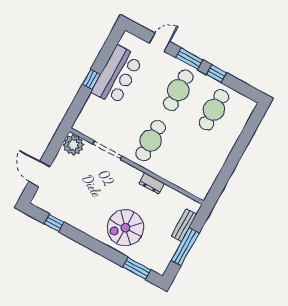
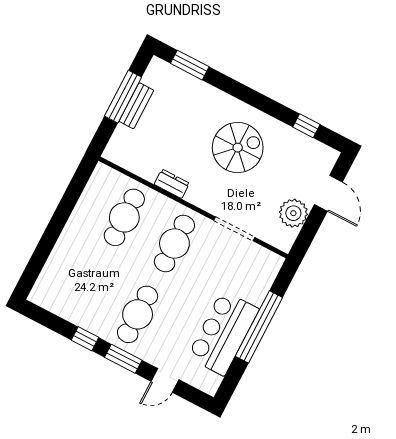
window: (91, 79) -> (259, 327), width x3.17
cafe table: (214, 110) -> (124, 217), moved
plant: (73, 145) -> (293, 213), moved
bench: (184, 225) -> (136, 106), moved
spiral stairs: (125, 228) -> (238, 148), moved

